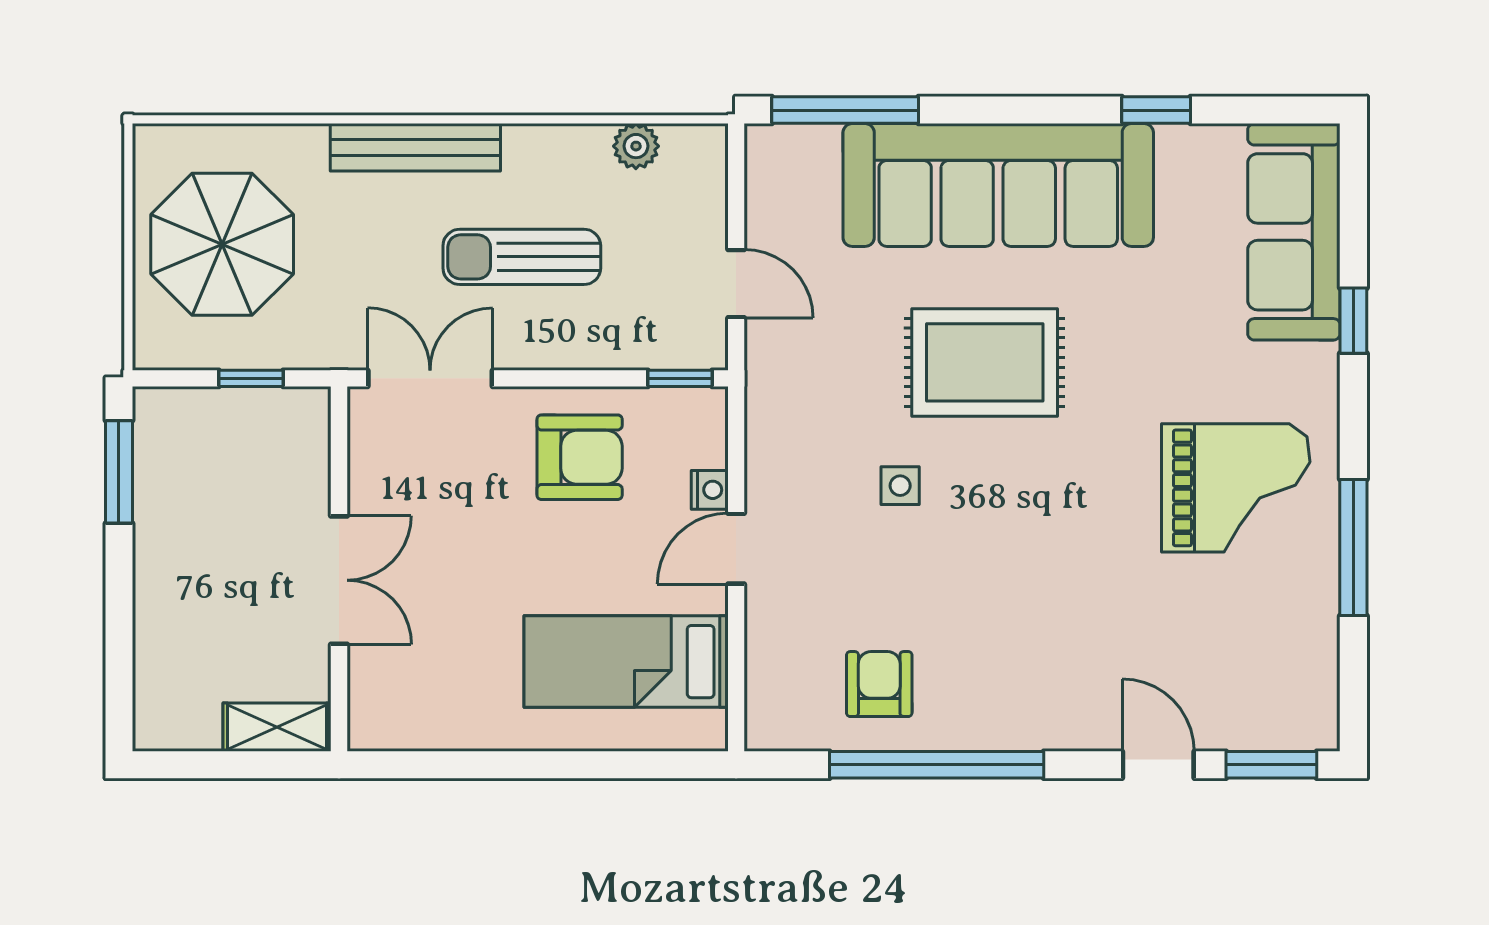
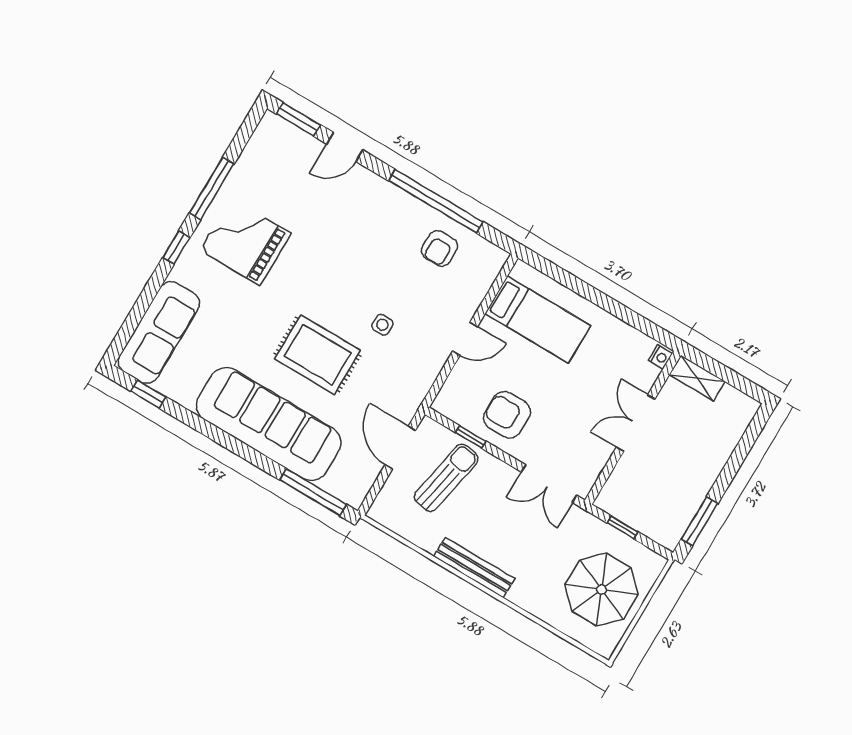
window: (1156, 110) -> (148, 394), moved
plant: (636, 146) -> (408, 529), removed
bench: (415, 147) -> (474, 567), moved
sun lounger: (522, 257) -> (446, 478), moved, turned -79
door: (736, 284) -> (400, 448), width x1.38
window: (1353, 321) -> (176, 248), moved
window: (680, 378) -> (471, 437), moved
nightstand: (710, 490) -> (660, 357), moved, turned 180
door: (1158, 765) -> (345, 147), hinge flipped

